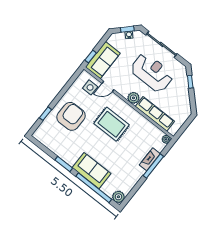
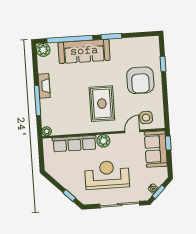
reception desk: (152, 73) -> (107, 175), turned 180
rug: (112, 124) -> (102, 104), turned 90
fireplace: (150, 159) -> (44, 86), moved
sofa: (92, 171) -> (84, 51), width x1.36

